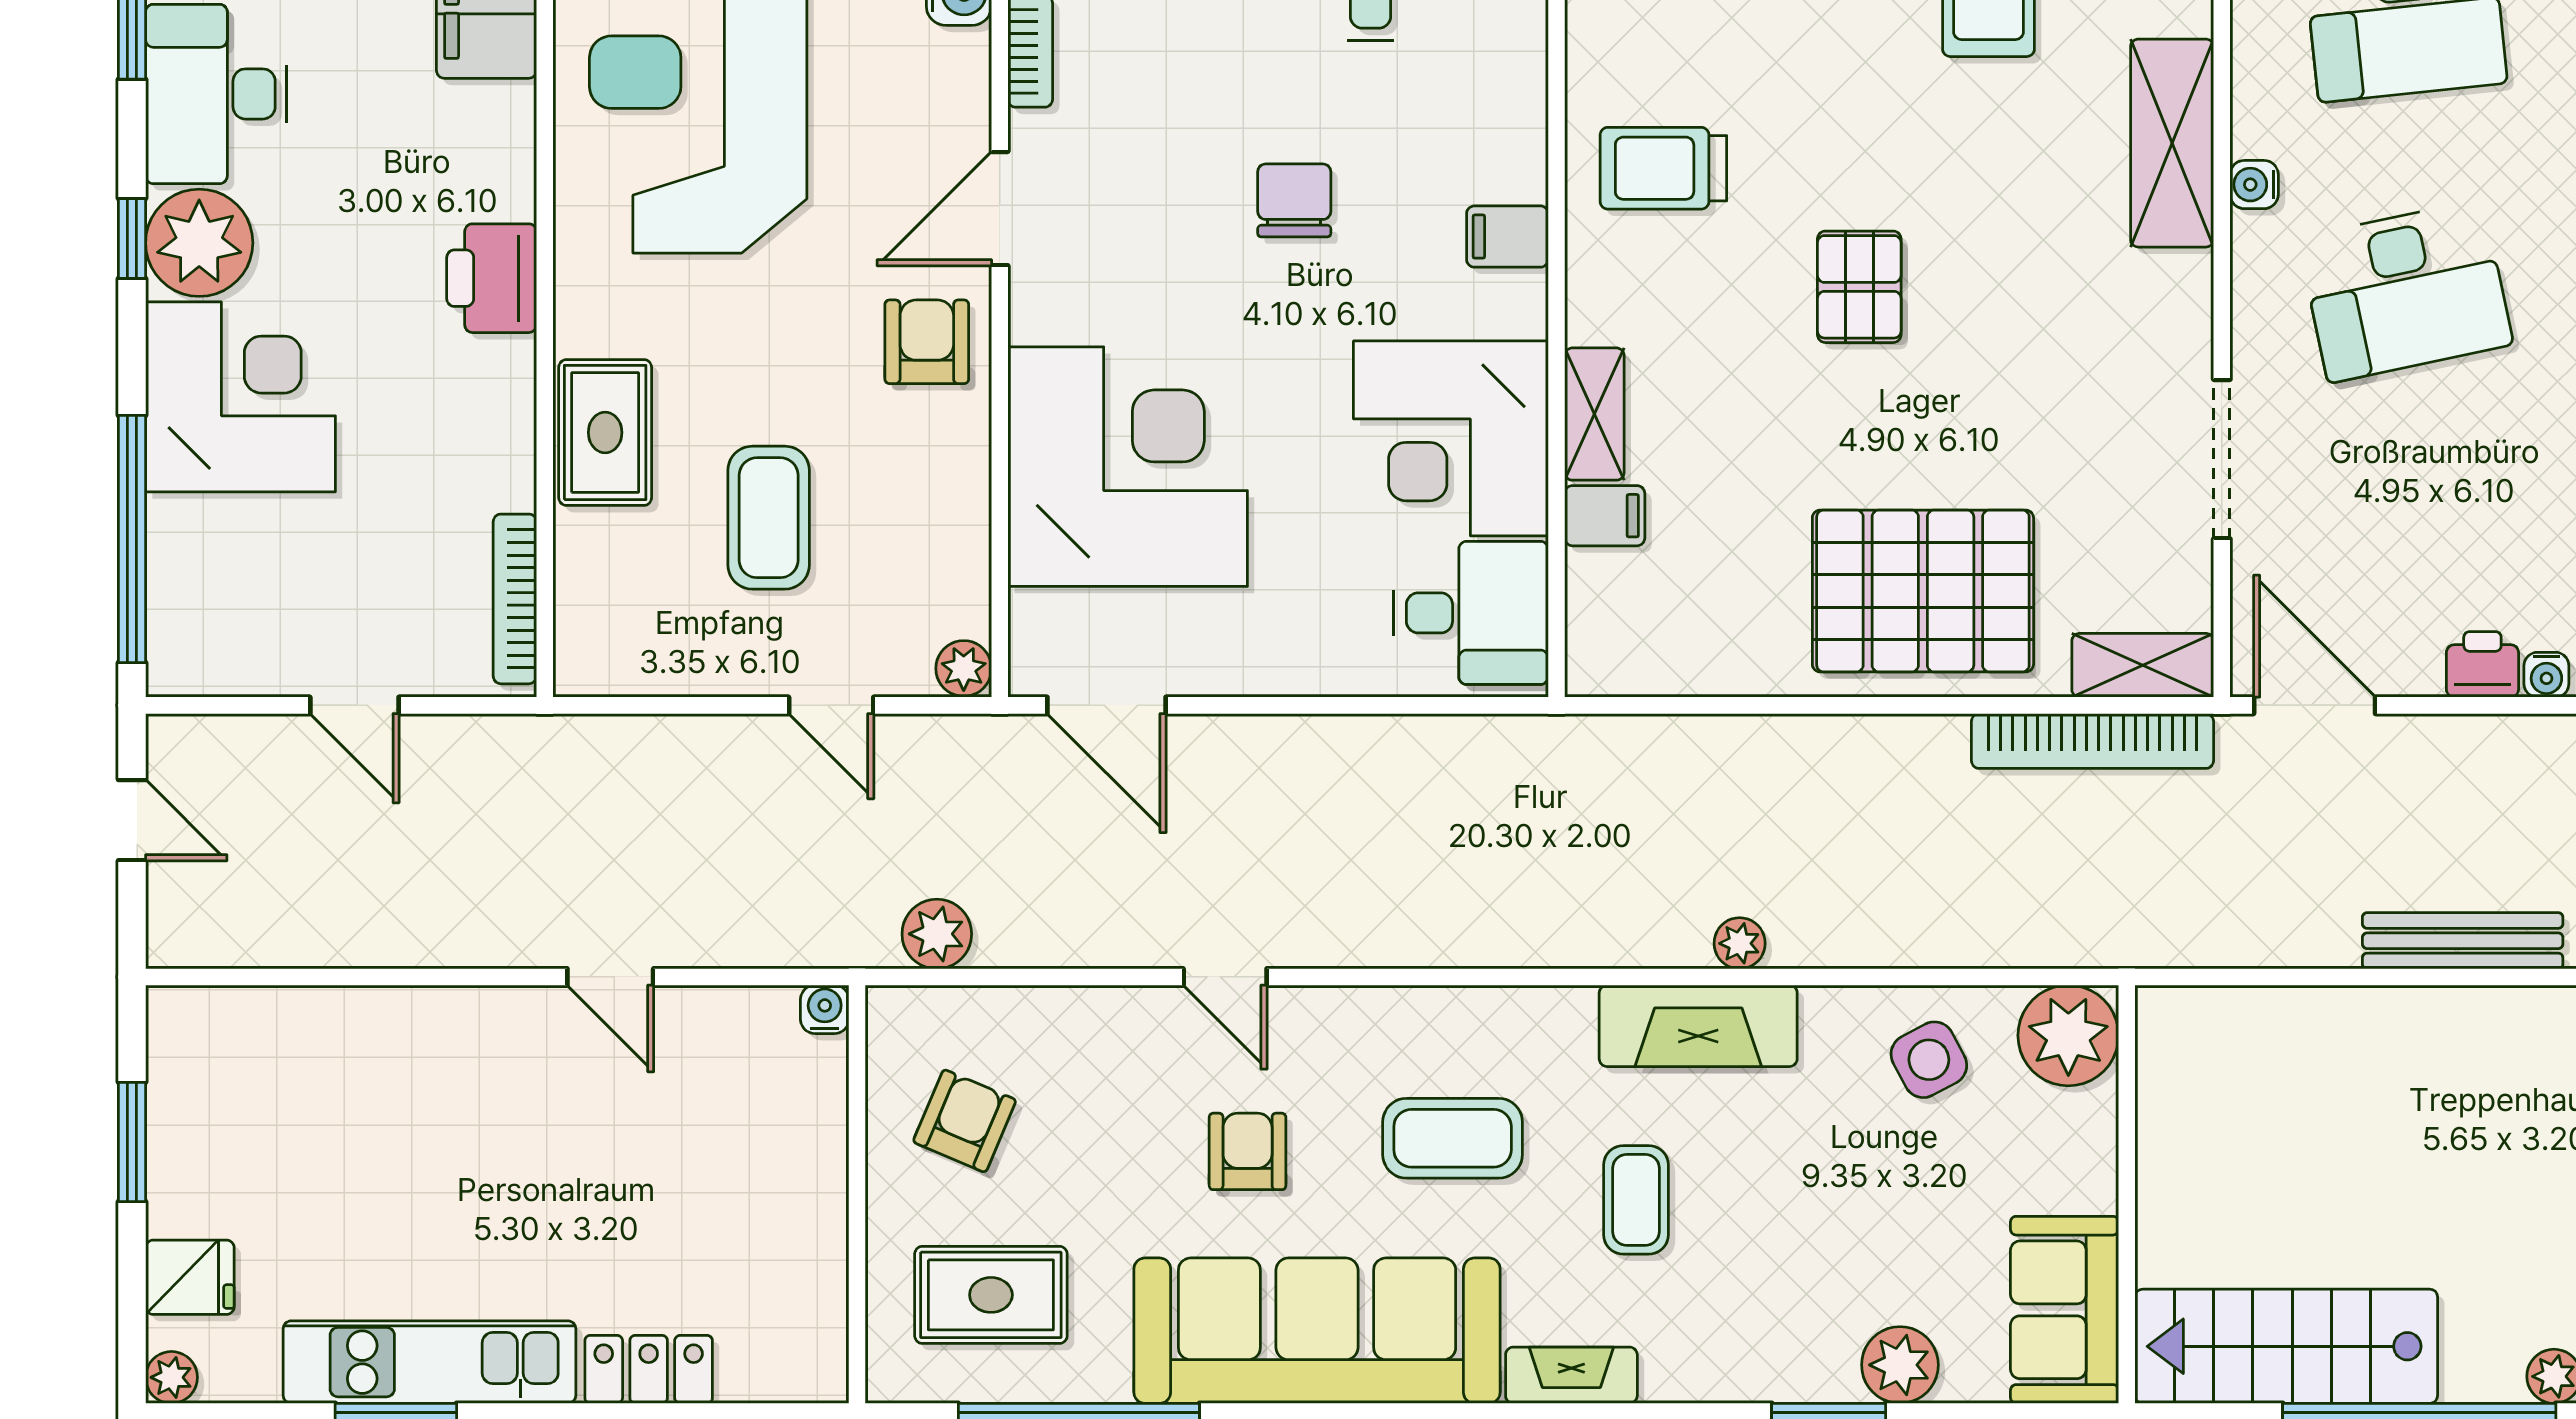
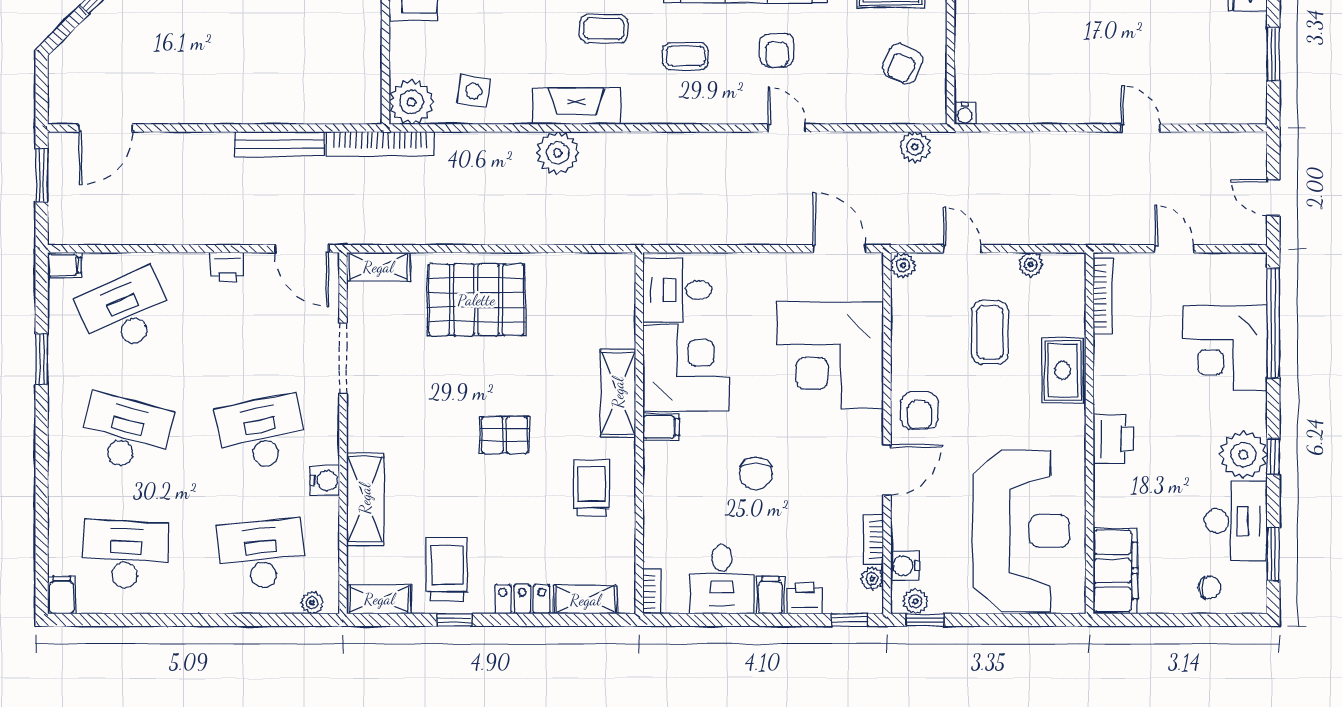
trolley: (1663, 168) -> (592, 488), turned -90
water cooler: (2254, 185) -> (325, 481), width x1.38, depth x1.38
filing cabinet: (1507, 237) -> (661, 427), moved
pallet: (1859, 287) -> (505, 435), turned 90
corner desk: (240, 397) -> (1225, 348), moved
shelving: (1594, 414) -> (618, 393), width x1.50, depth x1.33
filing cabinet: (1605, 516) -> (618, 333), removed
plant: (677, 670) -> (1031, 265), added
water cooler: (2546, 675) -> (199, 262), removed
bookcase: (2092, 741) -> (380, 144), moved, turned 180
bench: (2463, 941) -> (280, 144), moved
plant: (1740, 943) -> (558, 153), width x1.88, depth x1.88
door: (610, 977) -> (1141, 128), moved
side table: (1929, 1060) -> (474, 91), turned 36
coffee table: (1453, 1138) -> (685, 56), width x0.73, depth x0.77
coffee table: (1636, 1200) -> (604, 29), turned 90

